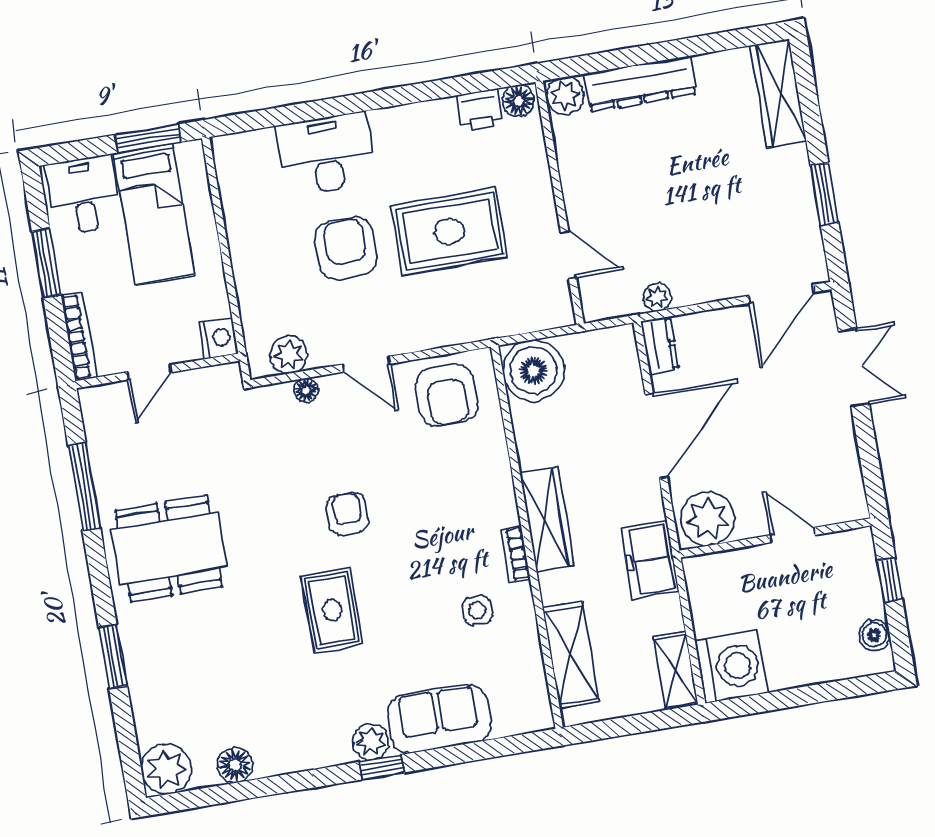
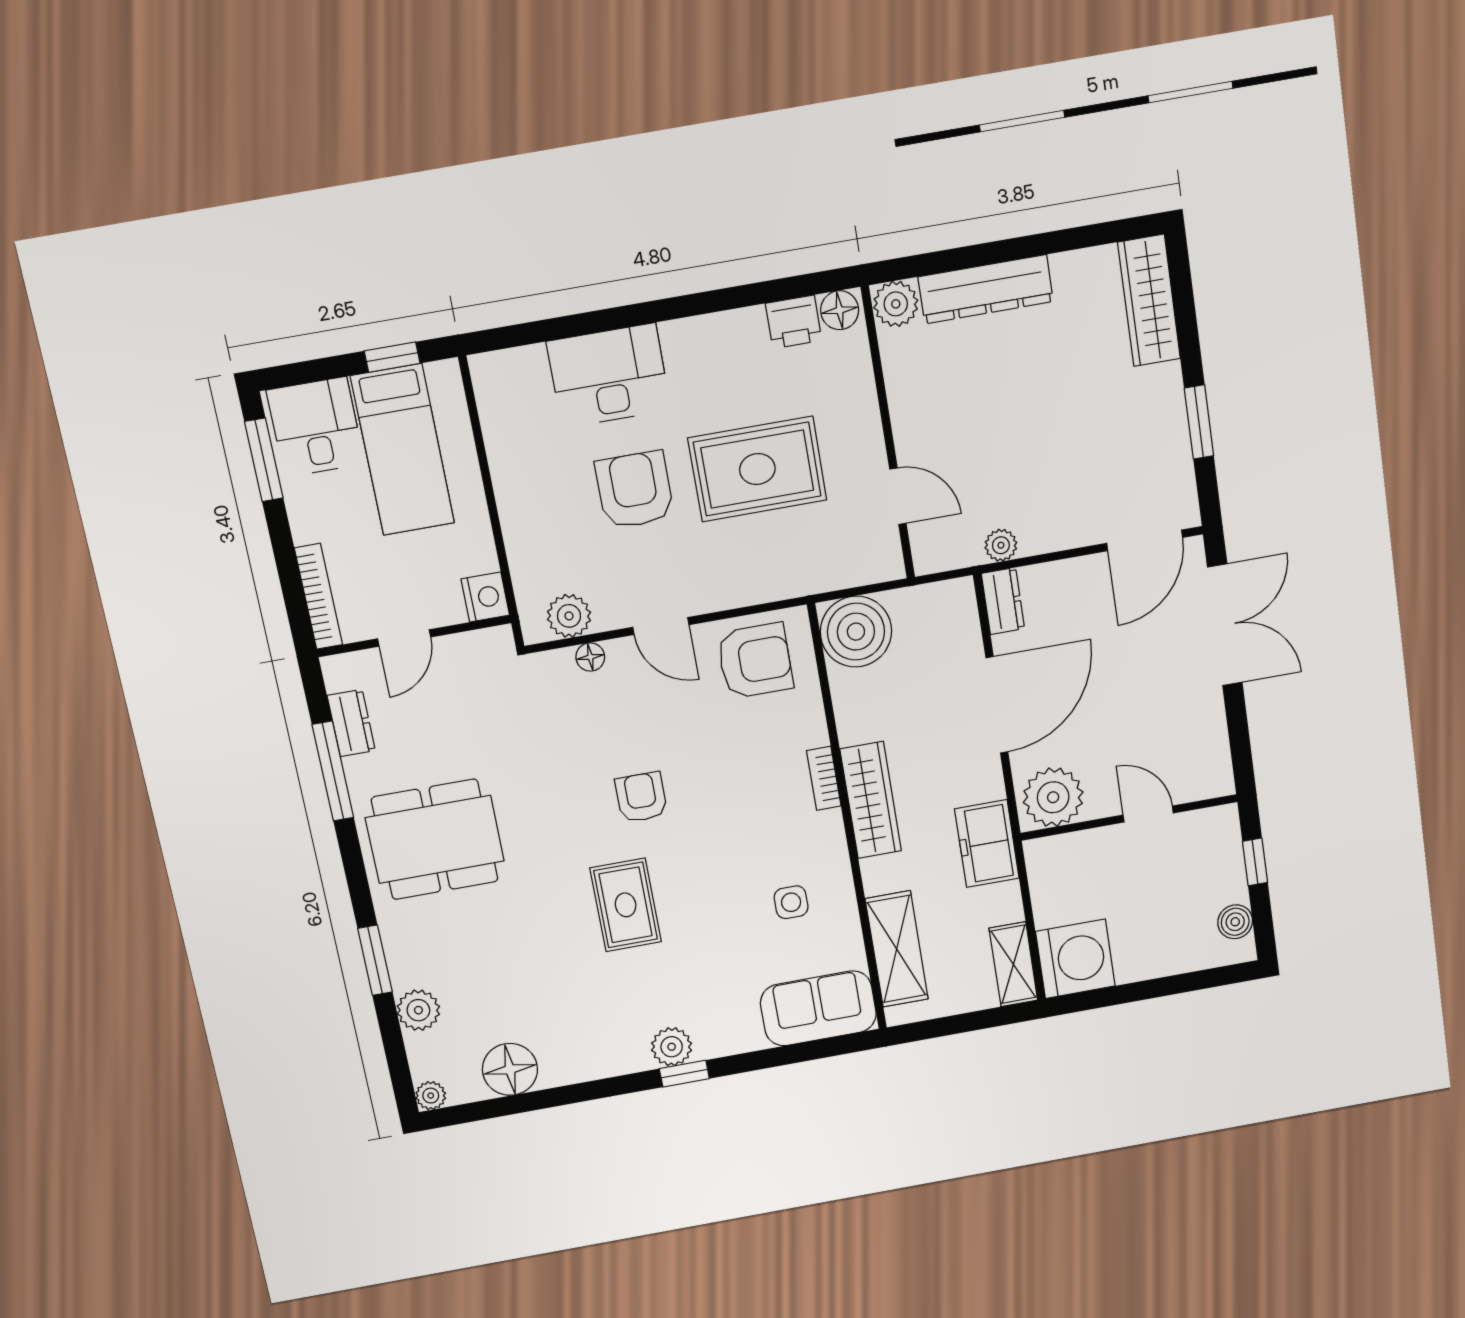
window: (148, 138) -> (392, 357), width x0.67
window: (46, 263) -> (264, 460), moved
double door: (854, 368) -> (1225, 625), width x1.37
armchair: (447, 395) -> (755, 661), turned -90
dresser: (102, 445) -> (351, 723), added
bookcase: (515, 554) -> (824, 778), moved
plant: (149, 703) -> (418, 1010), added
sofa: (439, 719) -> (818, 1008), moved
floor lamp: (235, 765) -> (510, 1069), width x1.38, depth x1.38
plant: (166, 769) -> (431, 1096), width x0.53, depth x0.53

